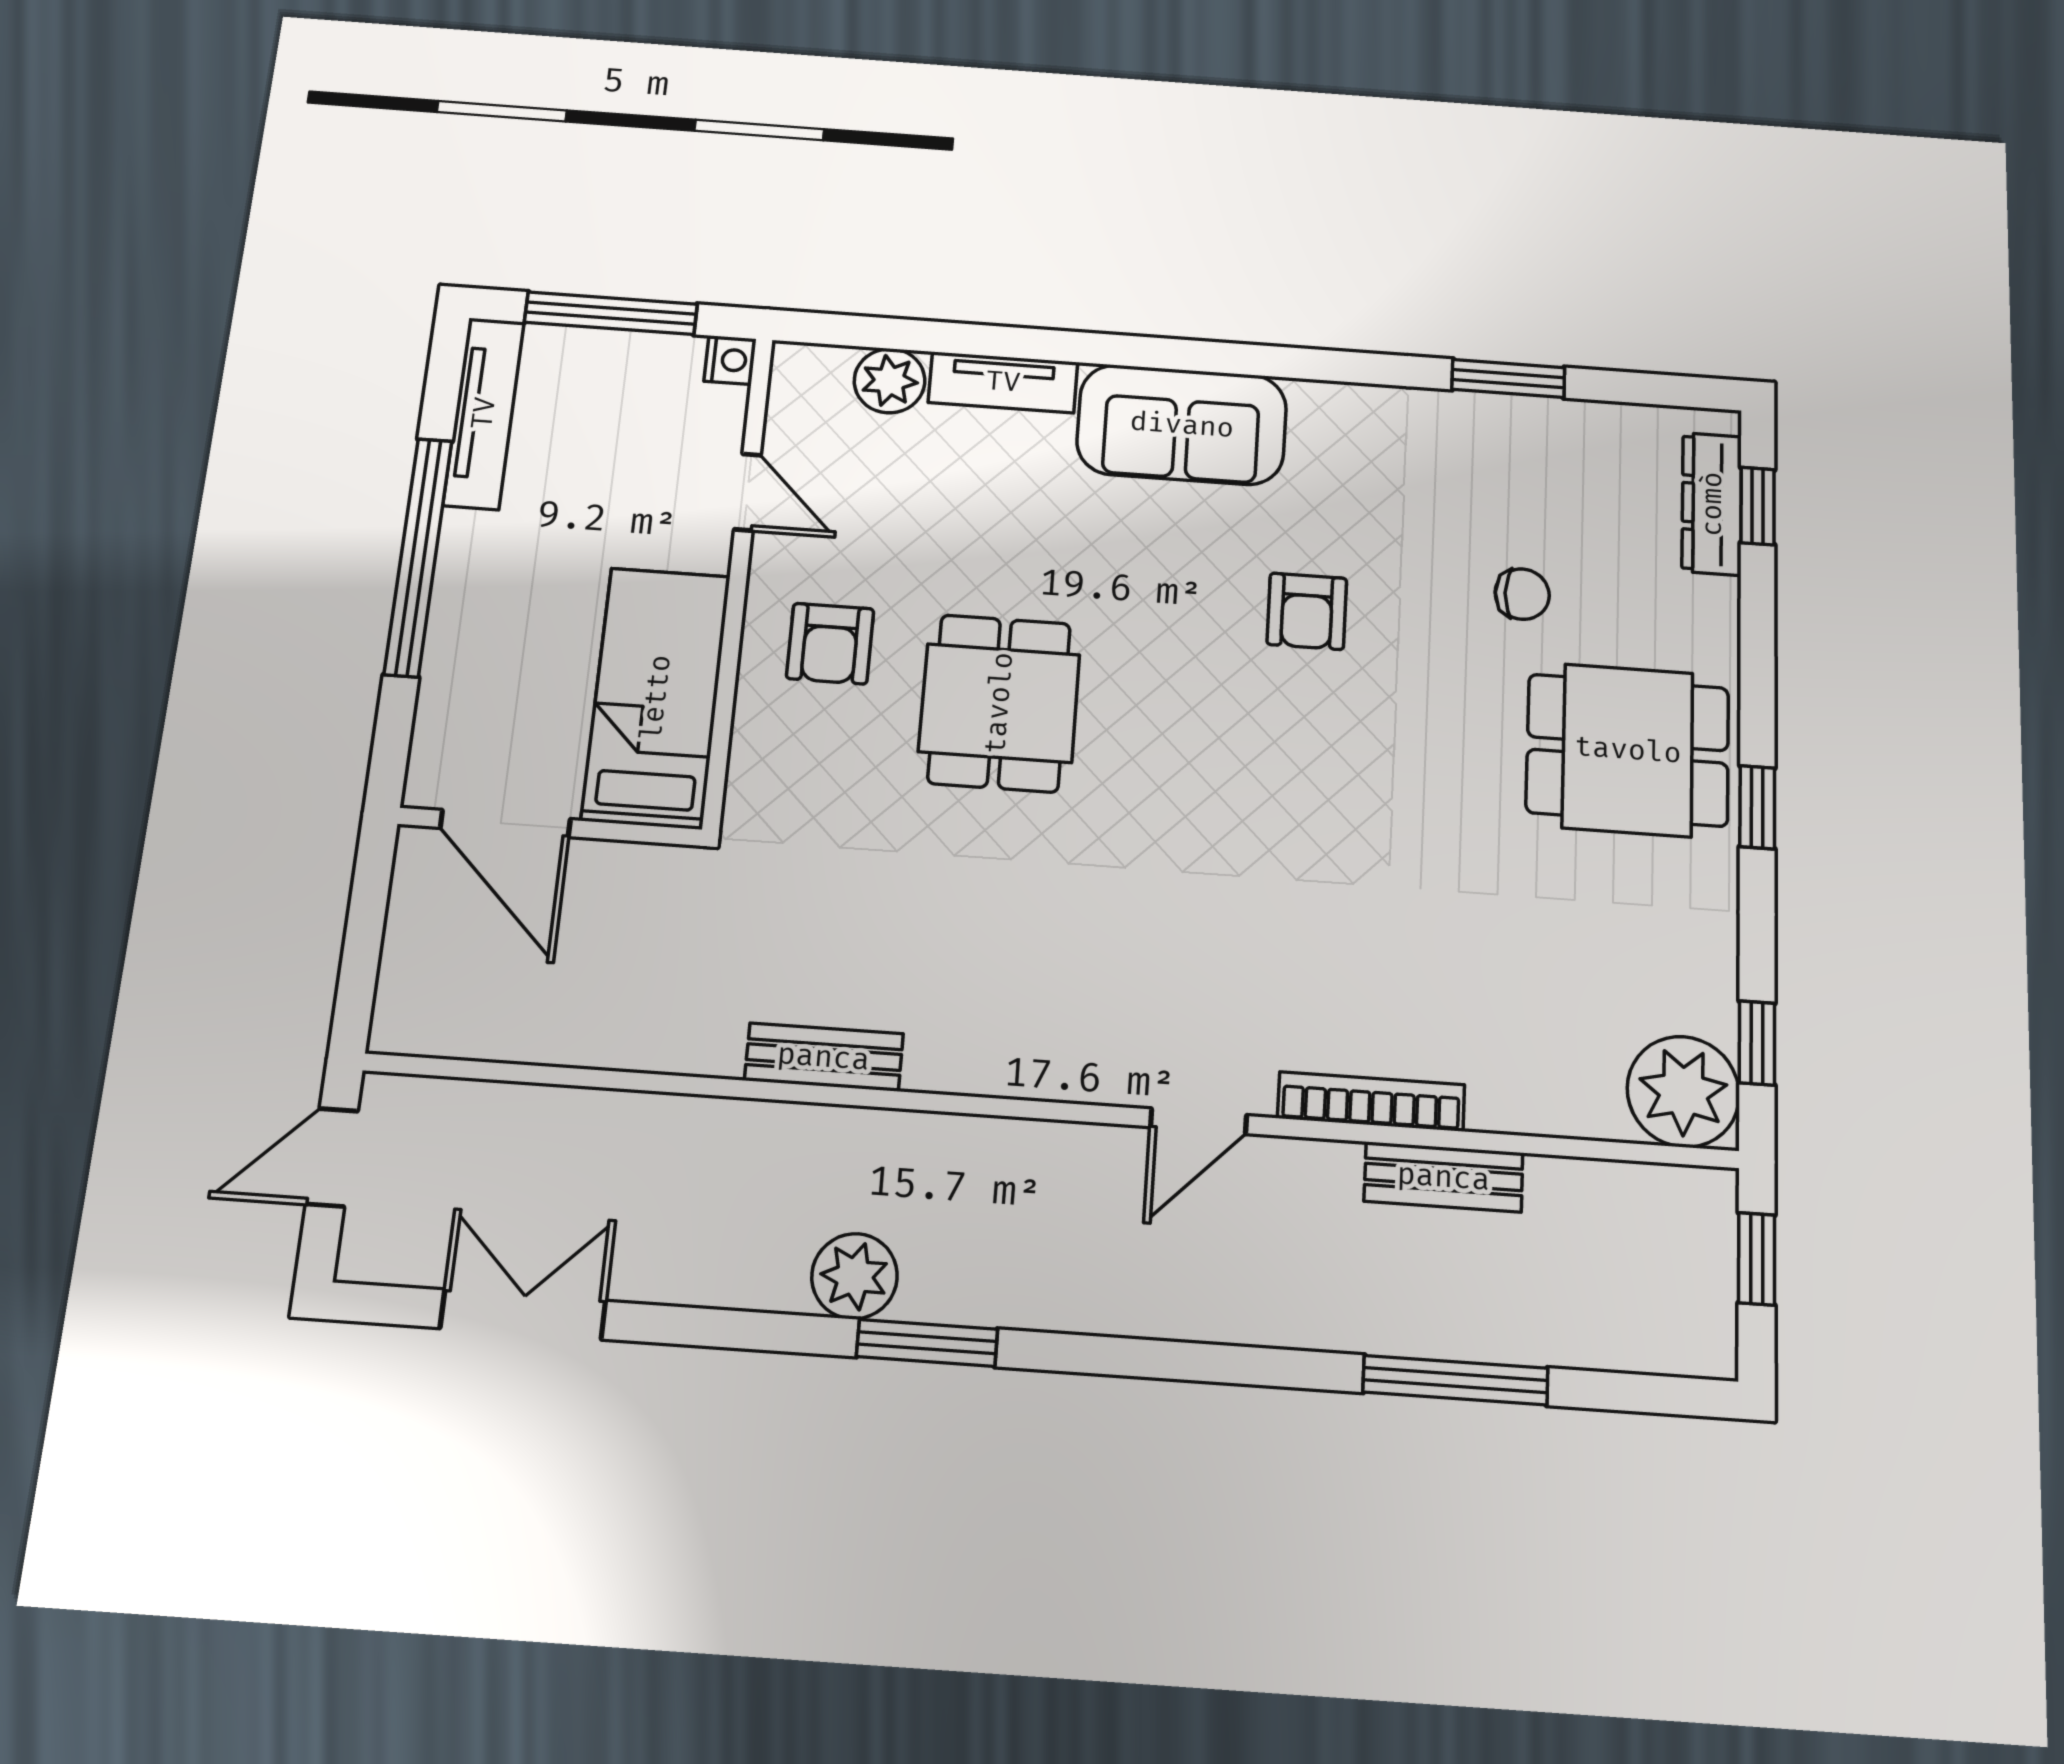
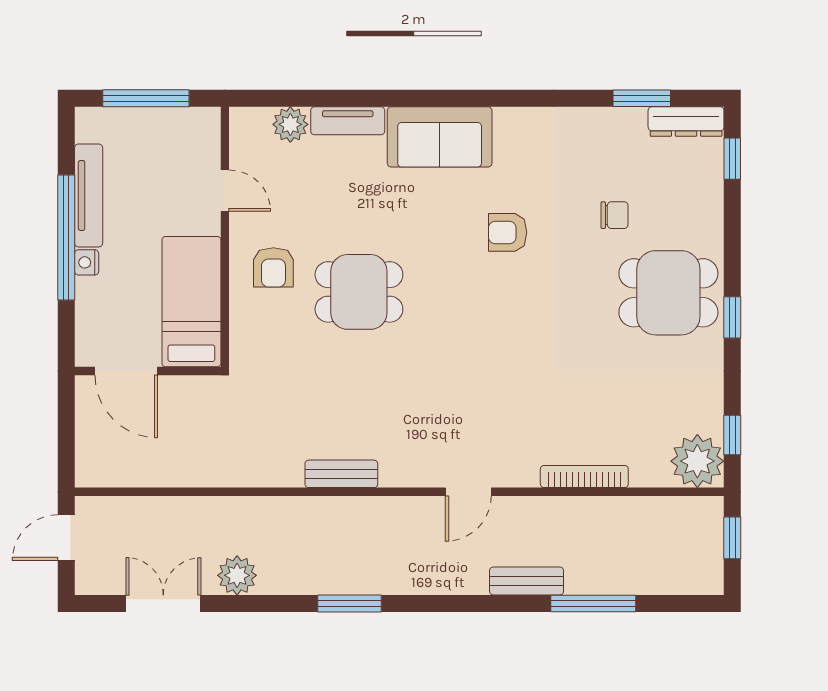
nightstand: (730, 360) -> (87, 262), moved, turned 180
window: (1508, 378) -> (642, 98), moved
tv unit: (484, 413) -> (89, 195), moved
dresser: (1712, 504) -> (686, 122), moved, turned -90
armchair: (1307, 611) -> (508, 232), turned 90
dining table: (999, 703) -> (359, 292), turned 90
bench: (824, 1057) -> (341, 474), moved
bookcase: (1371, 1101) -> (584, 476), moved
bench: (1444, 1177) -> (527, 581), moved
plant: (854, 1276) -> (237, 575), moved

